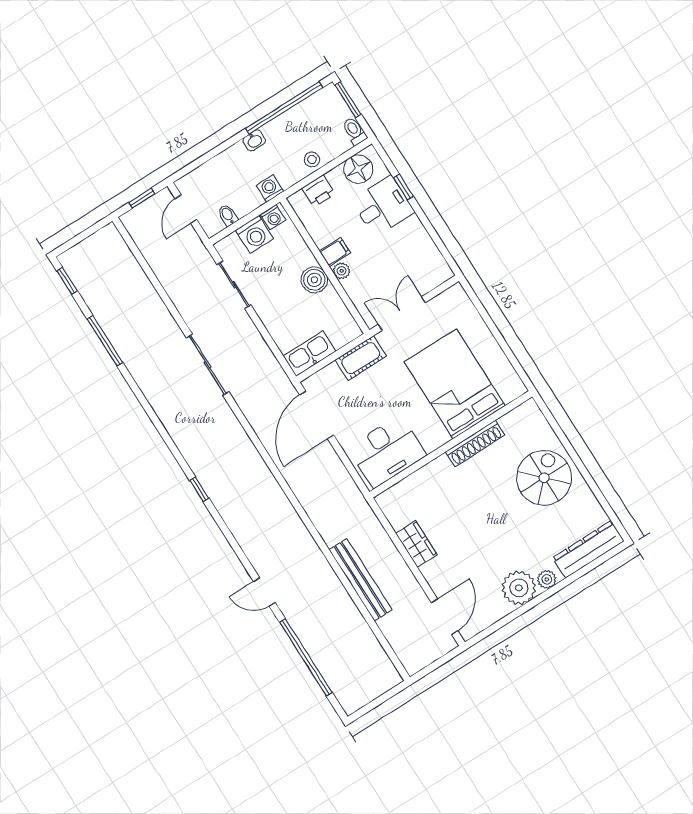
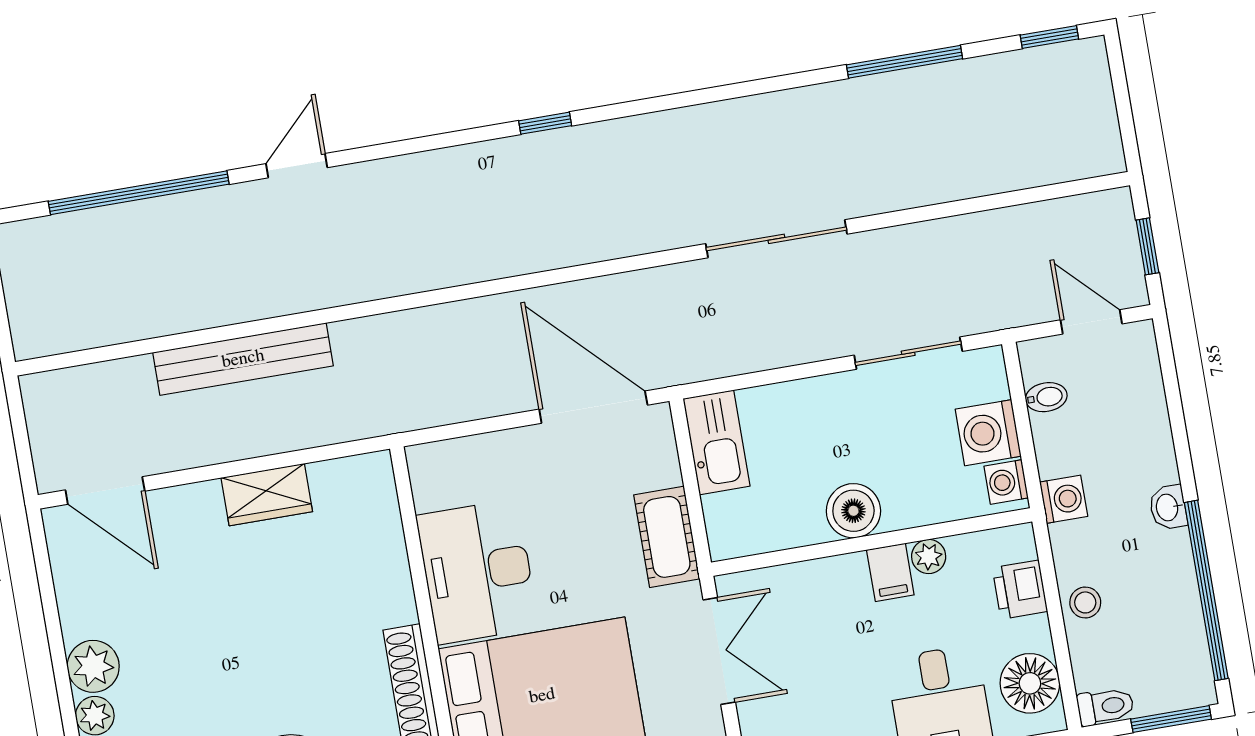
plant: (342, 271) -> (929, 556), moved
desk: (387, 451) -> (477, 572), moved
plant: (519, 588) -> (93, 666), width x0.73, depth x0.73

